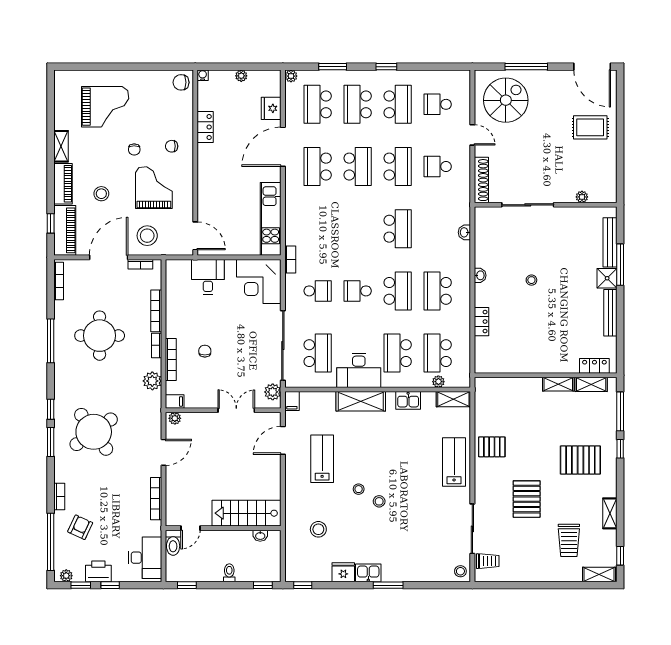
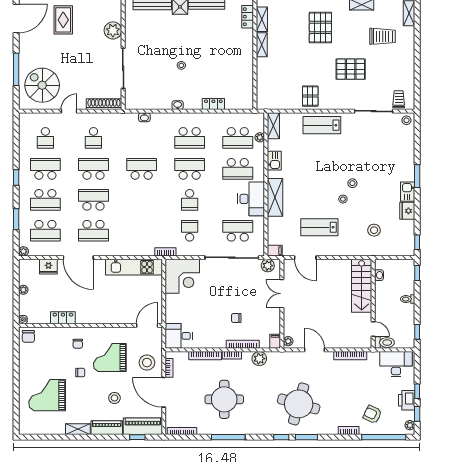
grand piano: (105, 107) -> (47, 395), turned -90
plant: (582, 197) -> (113, 30), width x1.88, depth x1.88
desk: (208, 277) -> (179, 336), moved
round table: (94, 432) -> (299, 404), turned -38

